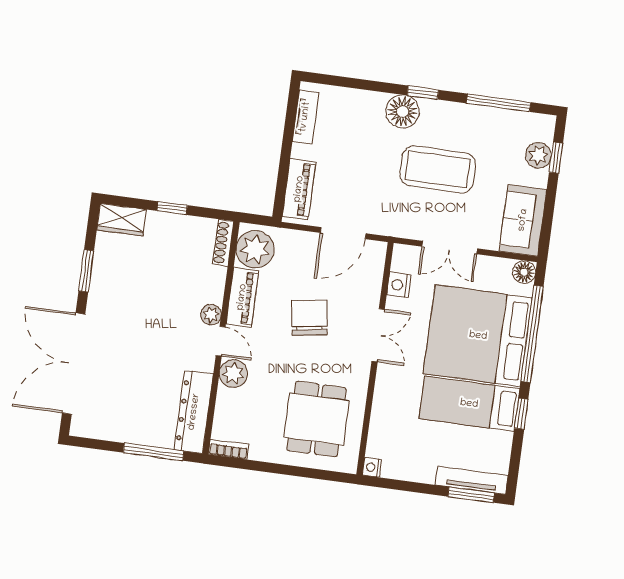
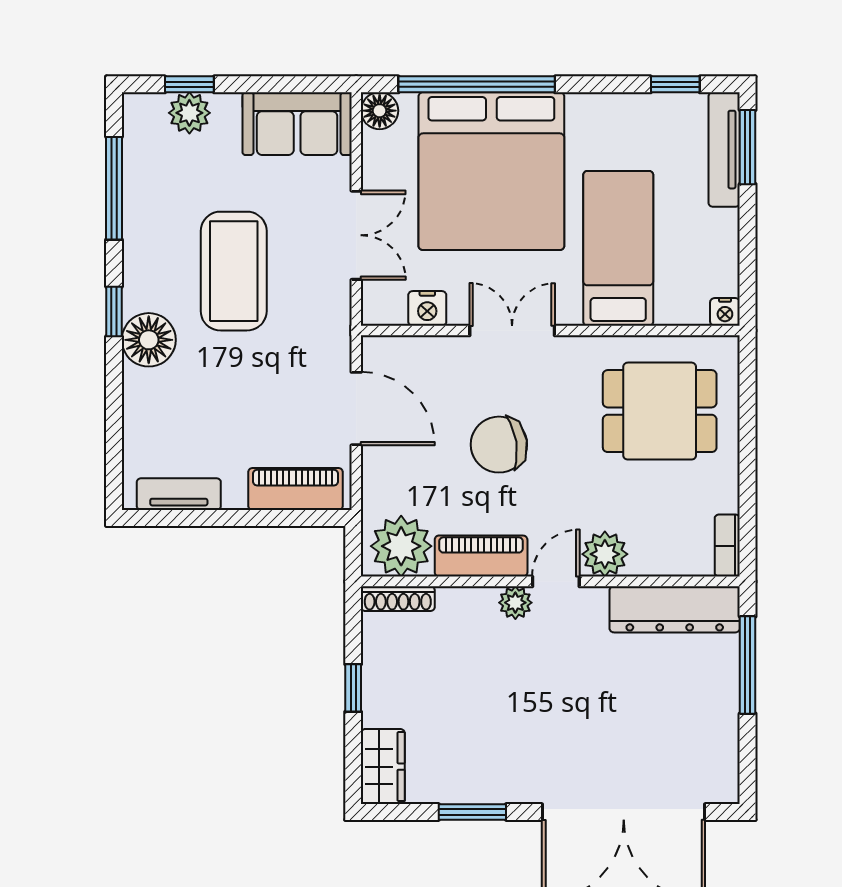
bed: (469, 404) -> (618, 248), moved, turned 180
window: (521, 414) -> (675, 84), moved

